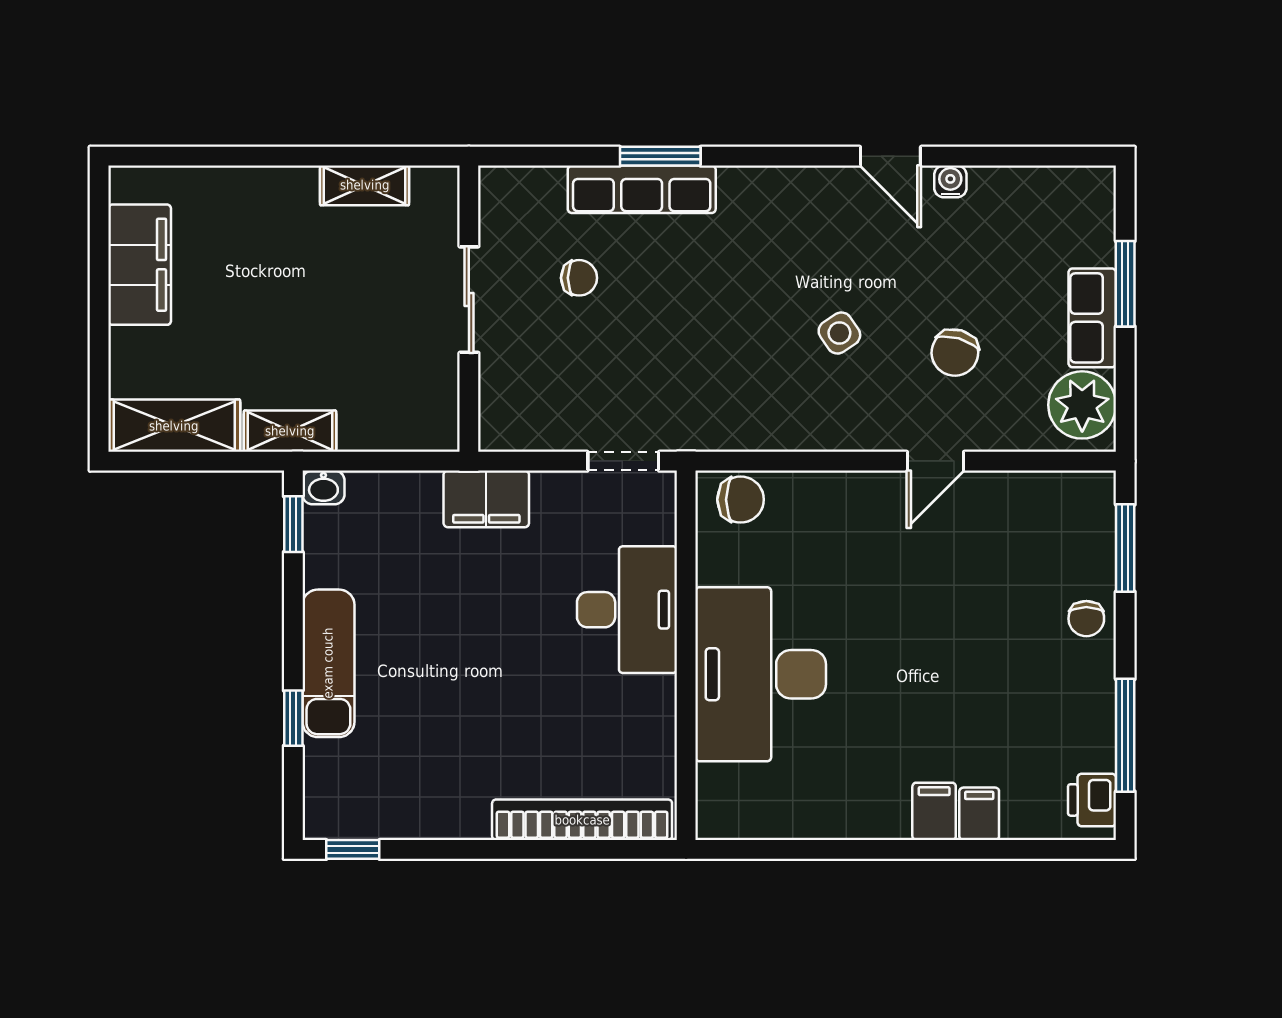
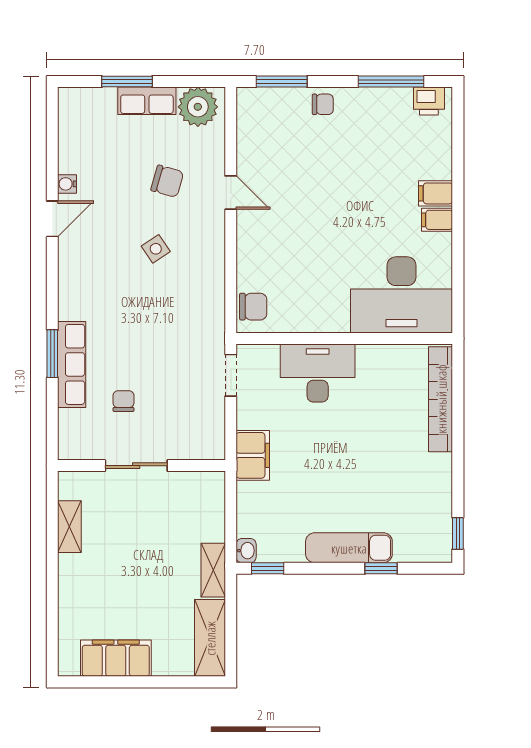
chair: (741, 500) -> (253, 307), turned 90
desk: (761, 674) -> (402, 295), moved
filing cabinet: (979, 814) -> (437, 220), moved

